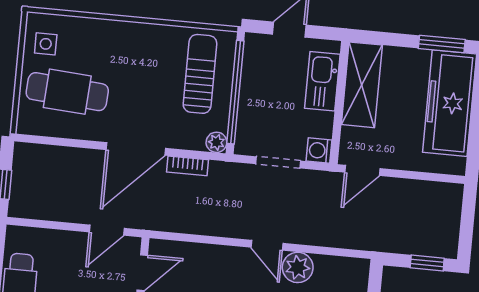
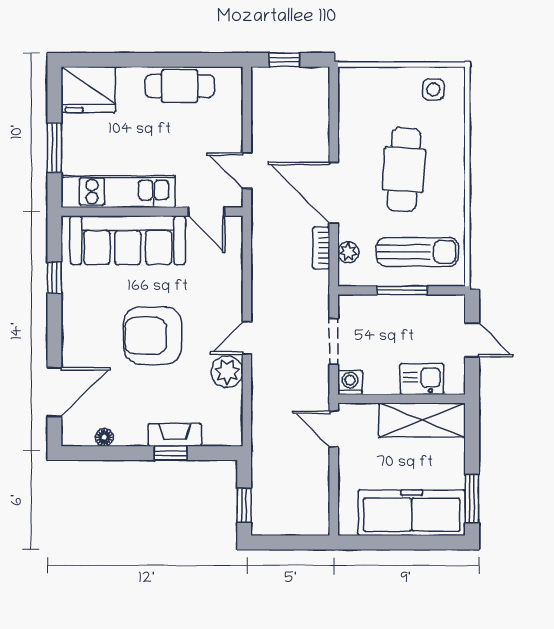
kitchen sink: (322, 81) -> (422, 379), width x0.73
cafe table: (67, 92) -> (404, 170), moved
window: (235, 92) -> (402, 290), width x0.47
plant: (216, 142) -> (348, 252), moved

